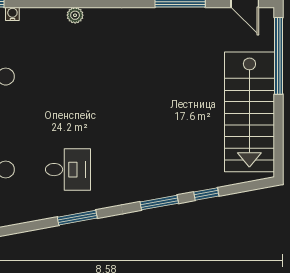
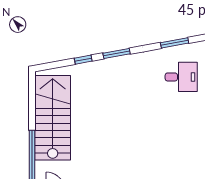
desk: (68, 170) -> (181, 77), turned 180

